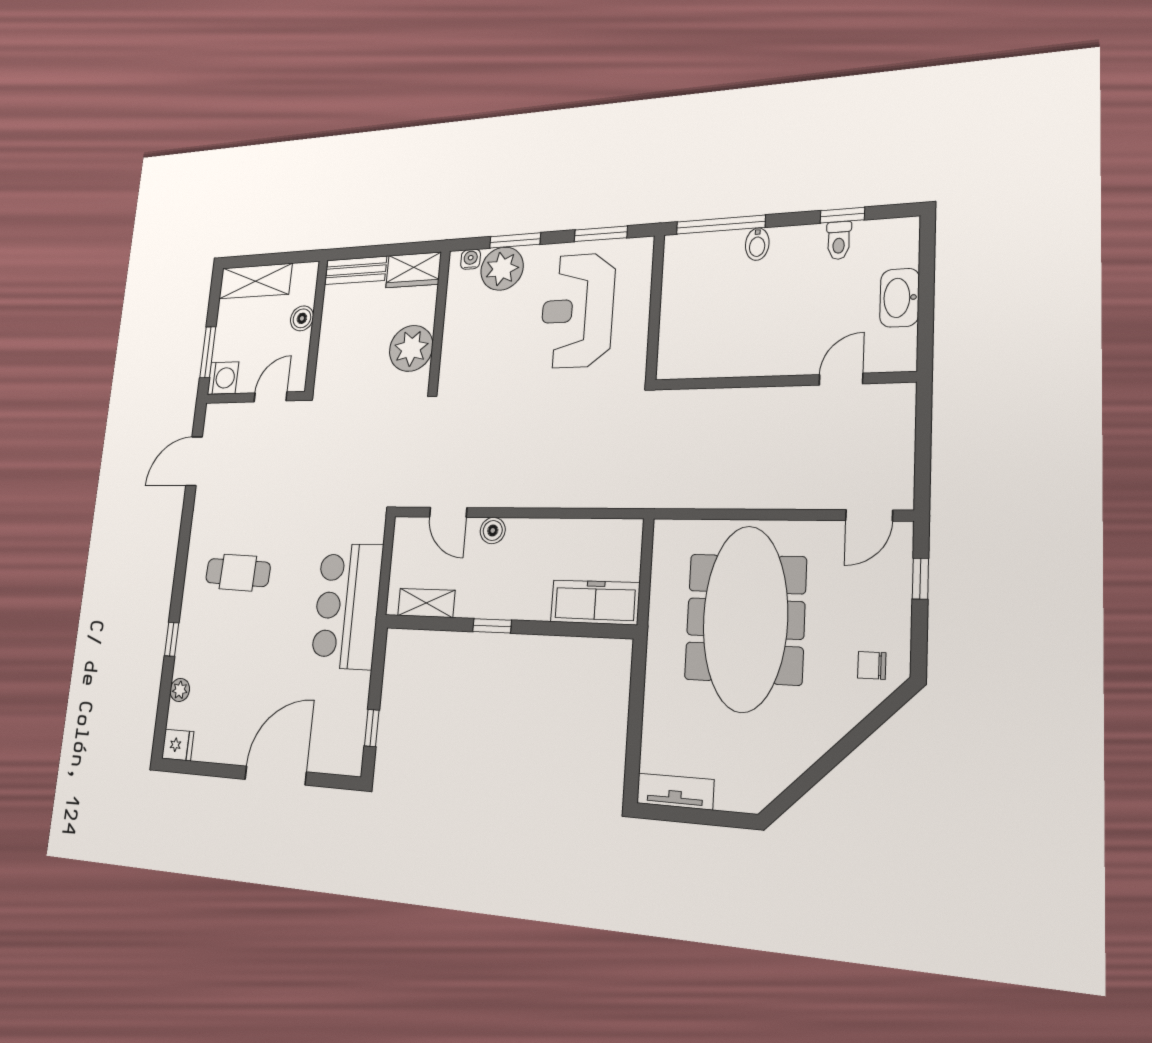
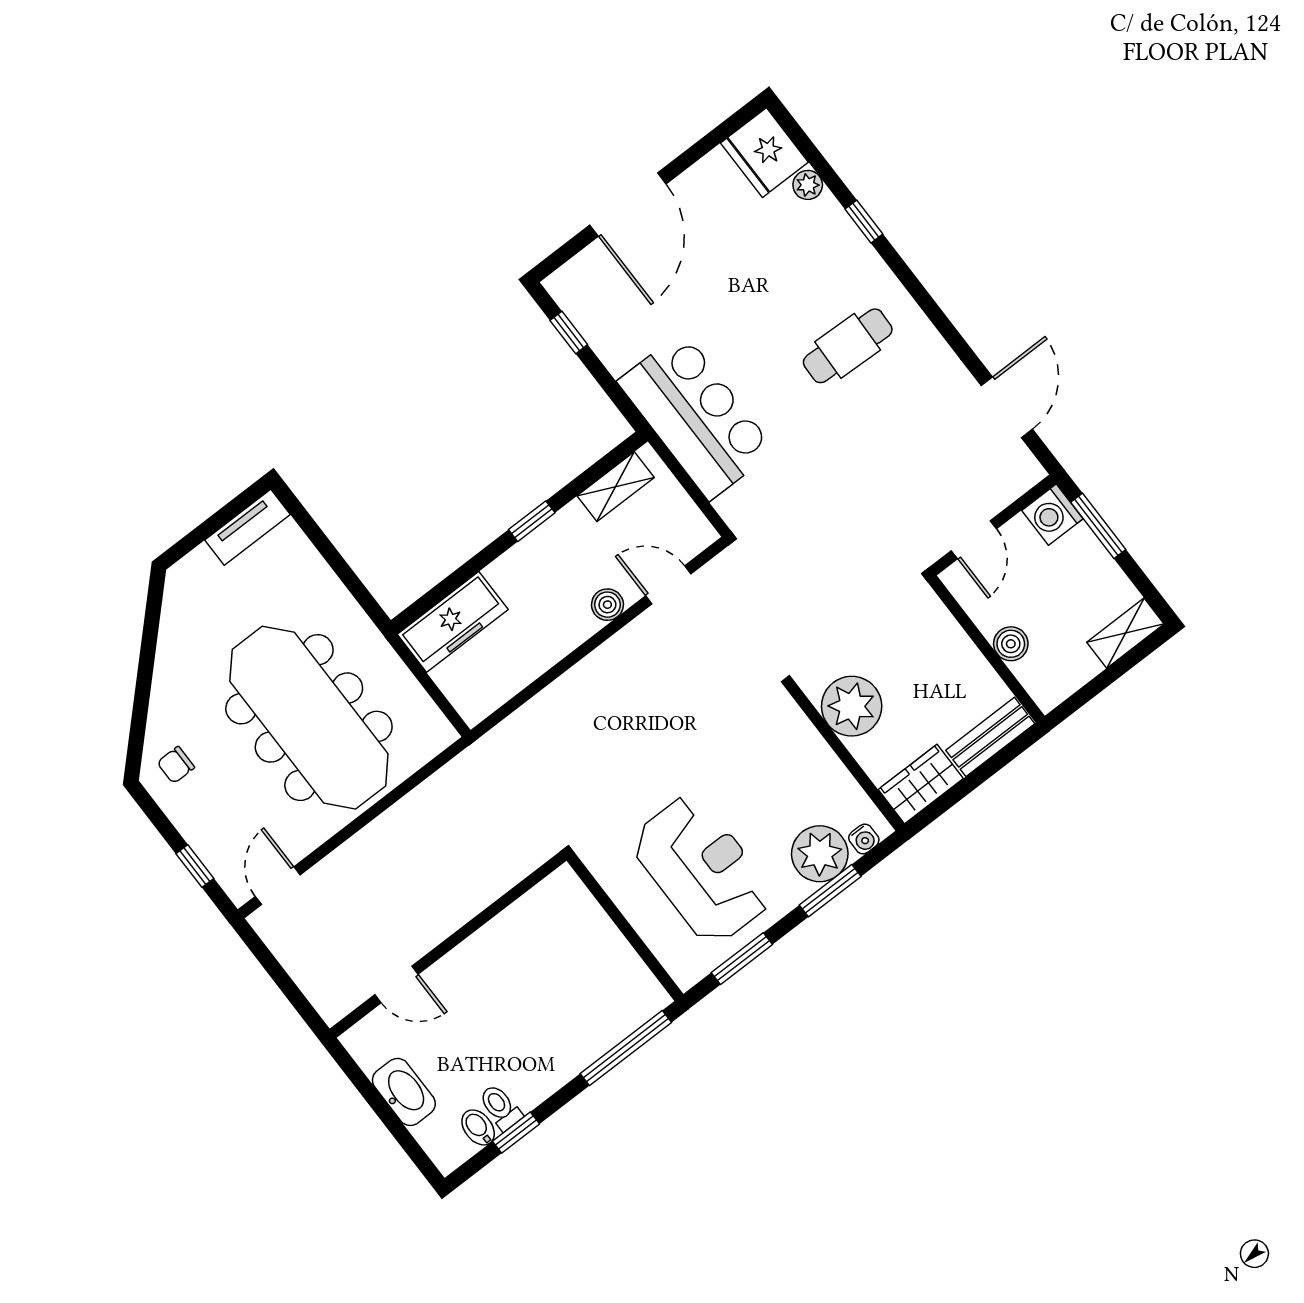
bidet: (757, 244) -> (478, 1127), moved
shelving: (255, 281) -> (1125, 633), width x0.67, depth x0.75
door: (841, 379) -> (396, 984), hinge flipped
chair: (872, 665) -> (176, 765), turned 180
fridge: (178, 745) -> (764, 153), width x1.88, depth x1.34

